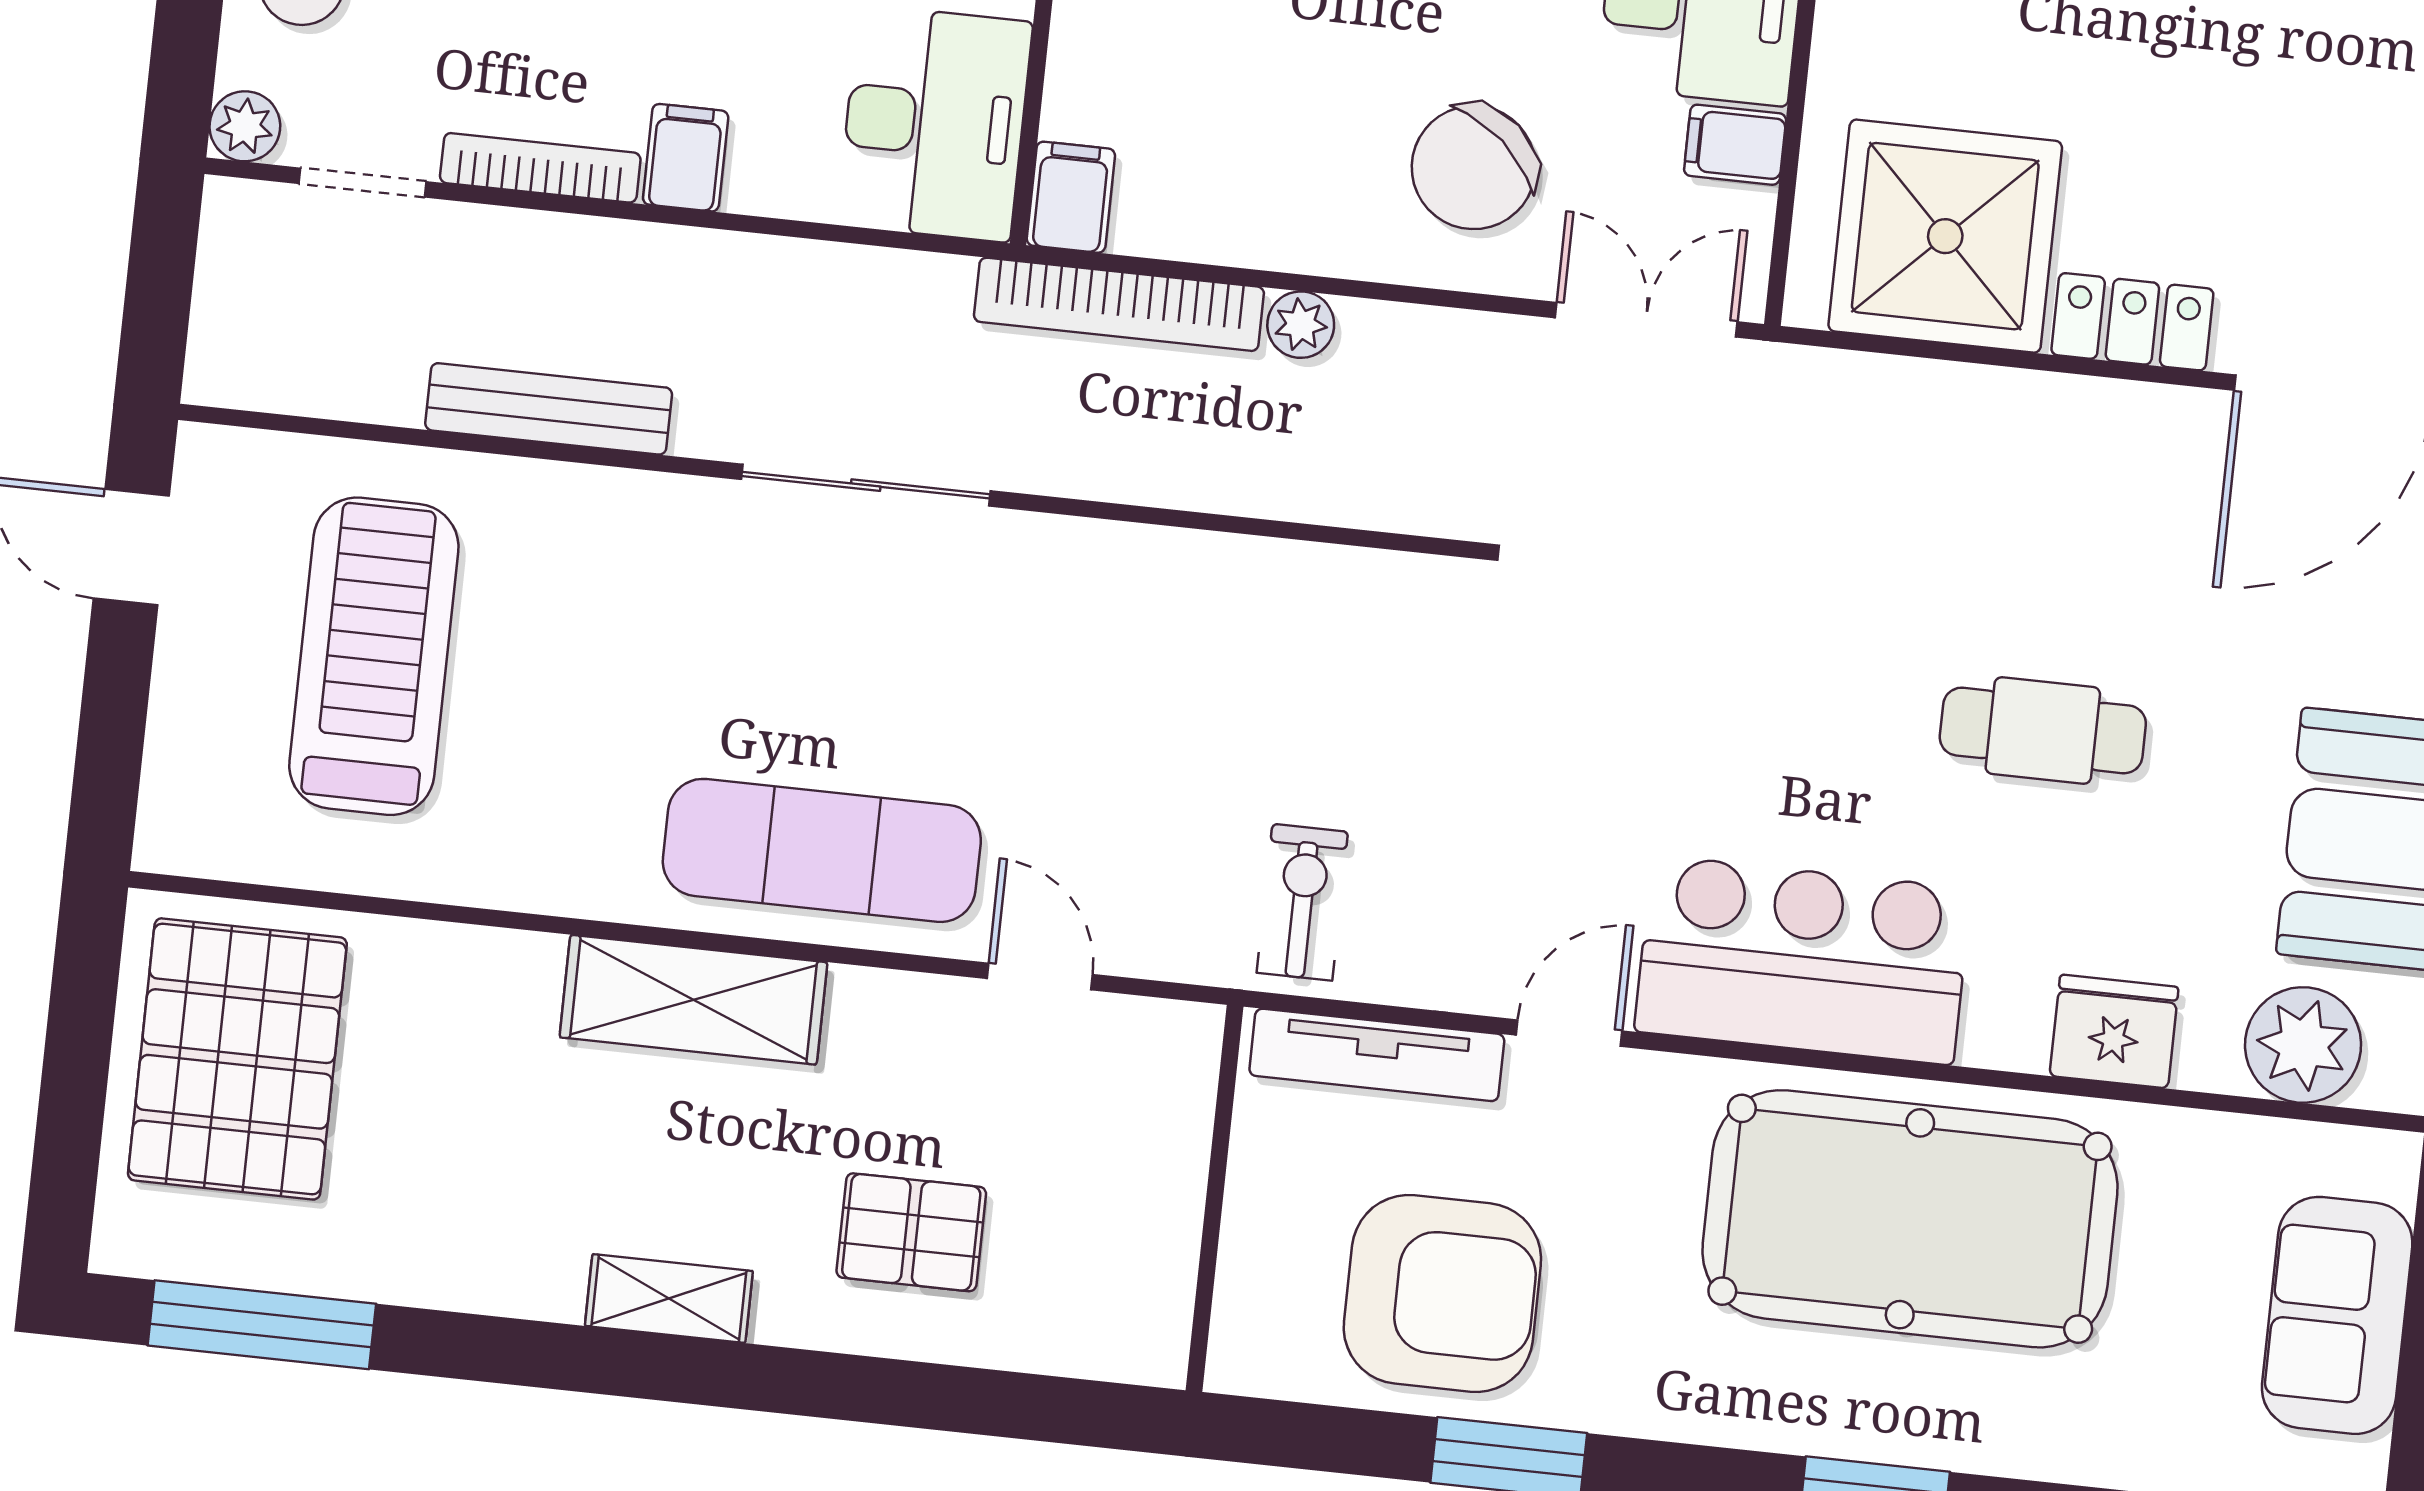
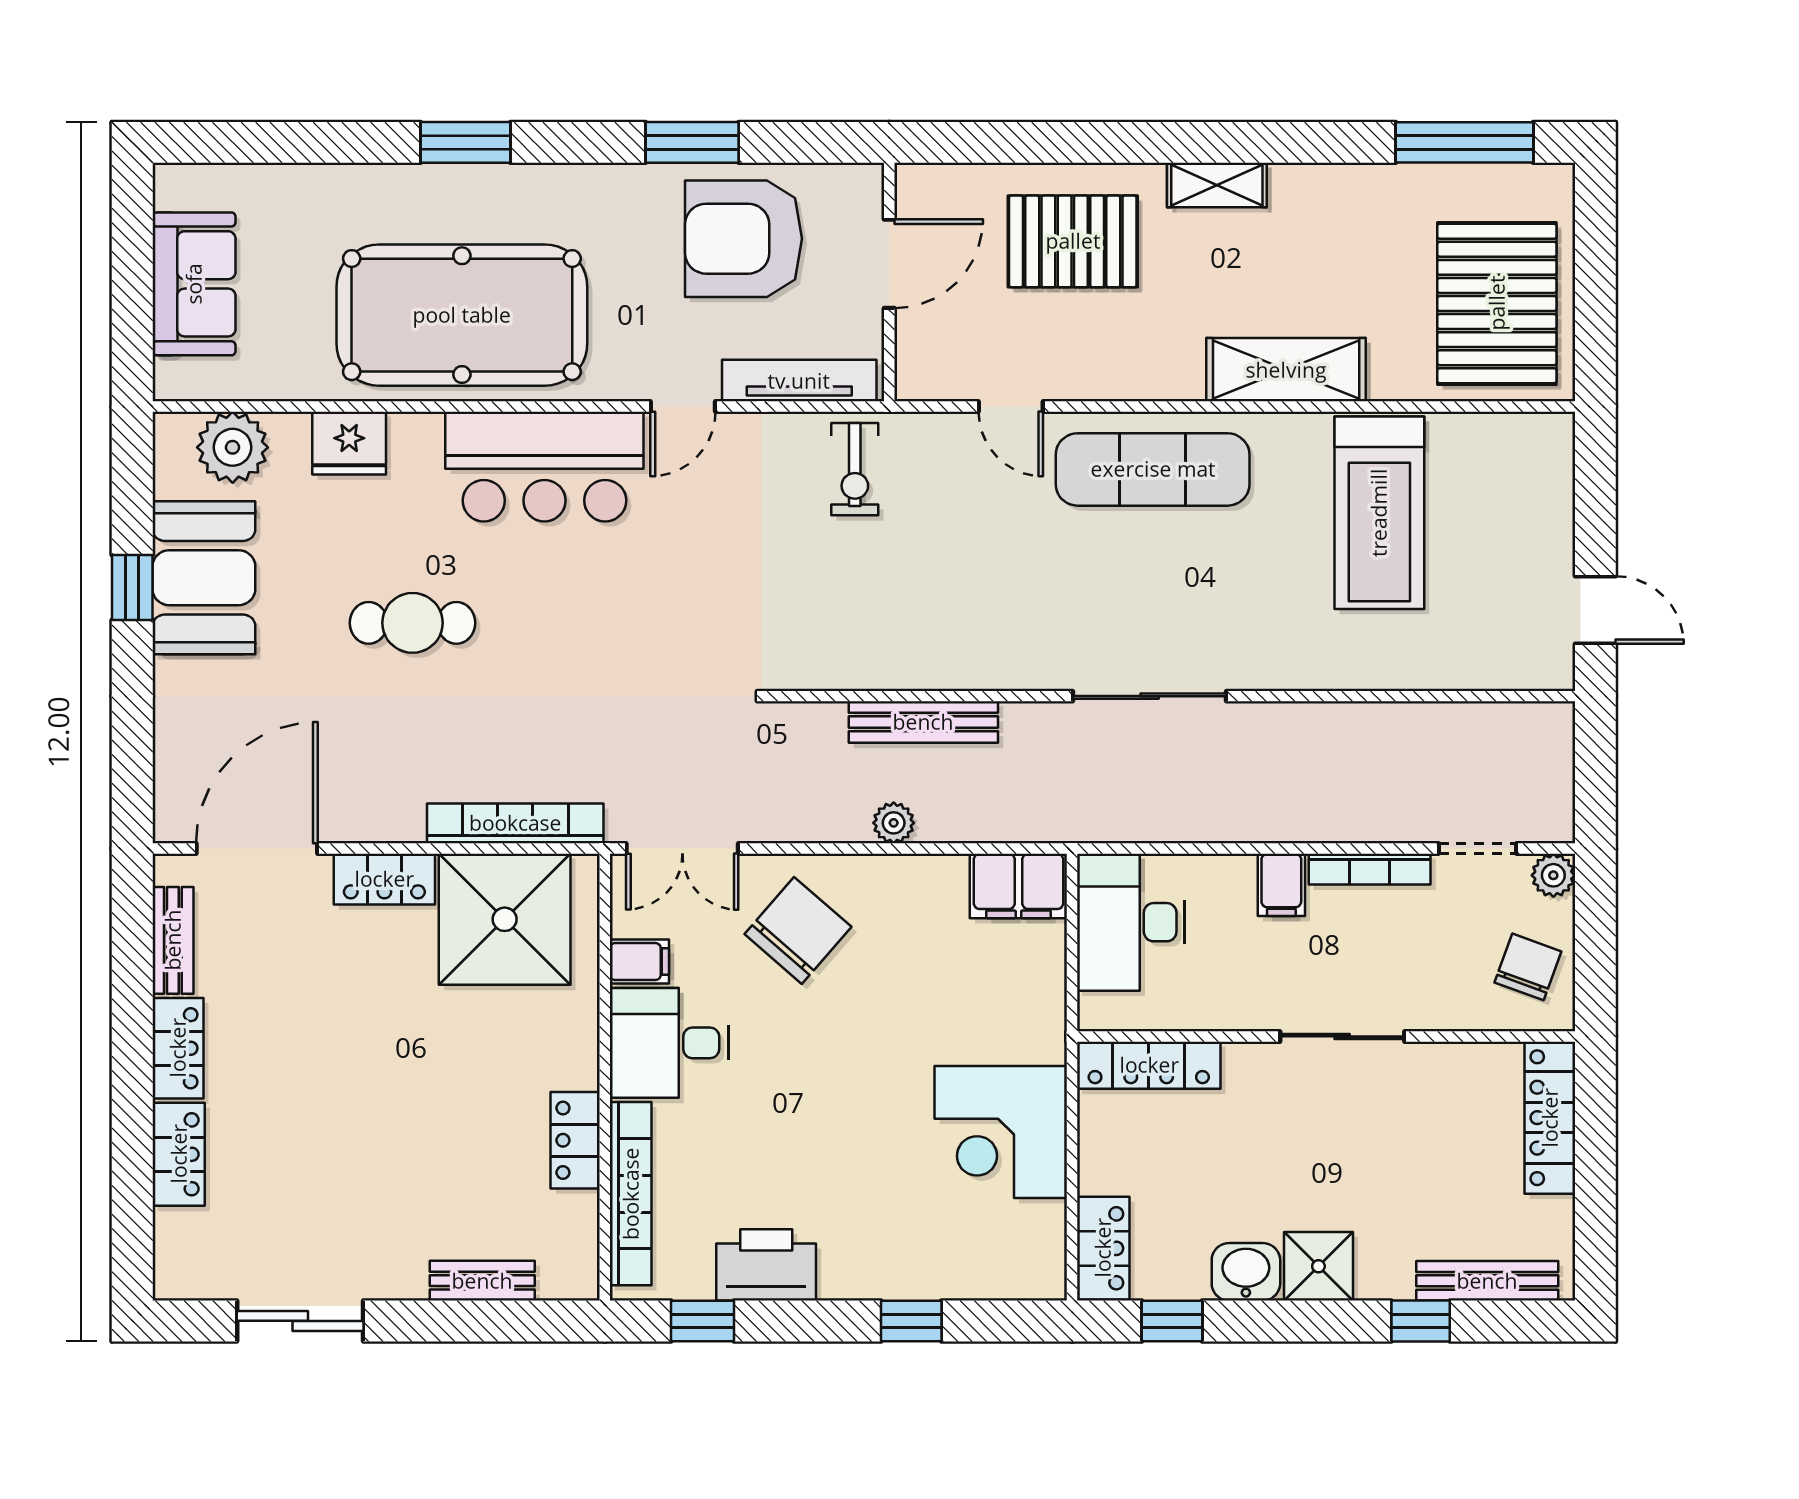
filing cabinet: (1071, 197) -> (1018, 886), width x2.00
bookcase: (1119, 304) -> (515, 823), moved
bench: (549, 409) -> (923, 722), moved
treadmill: (374, 656) -> (1379, 513), moved
shelving: (693, 1000) -> (1286, 370), moved
door: (1211, 1228) -> (889, 264), added
pallet: (911, 1232) -> (1073, 241), width x1.50, depth x1.42

